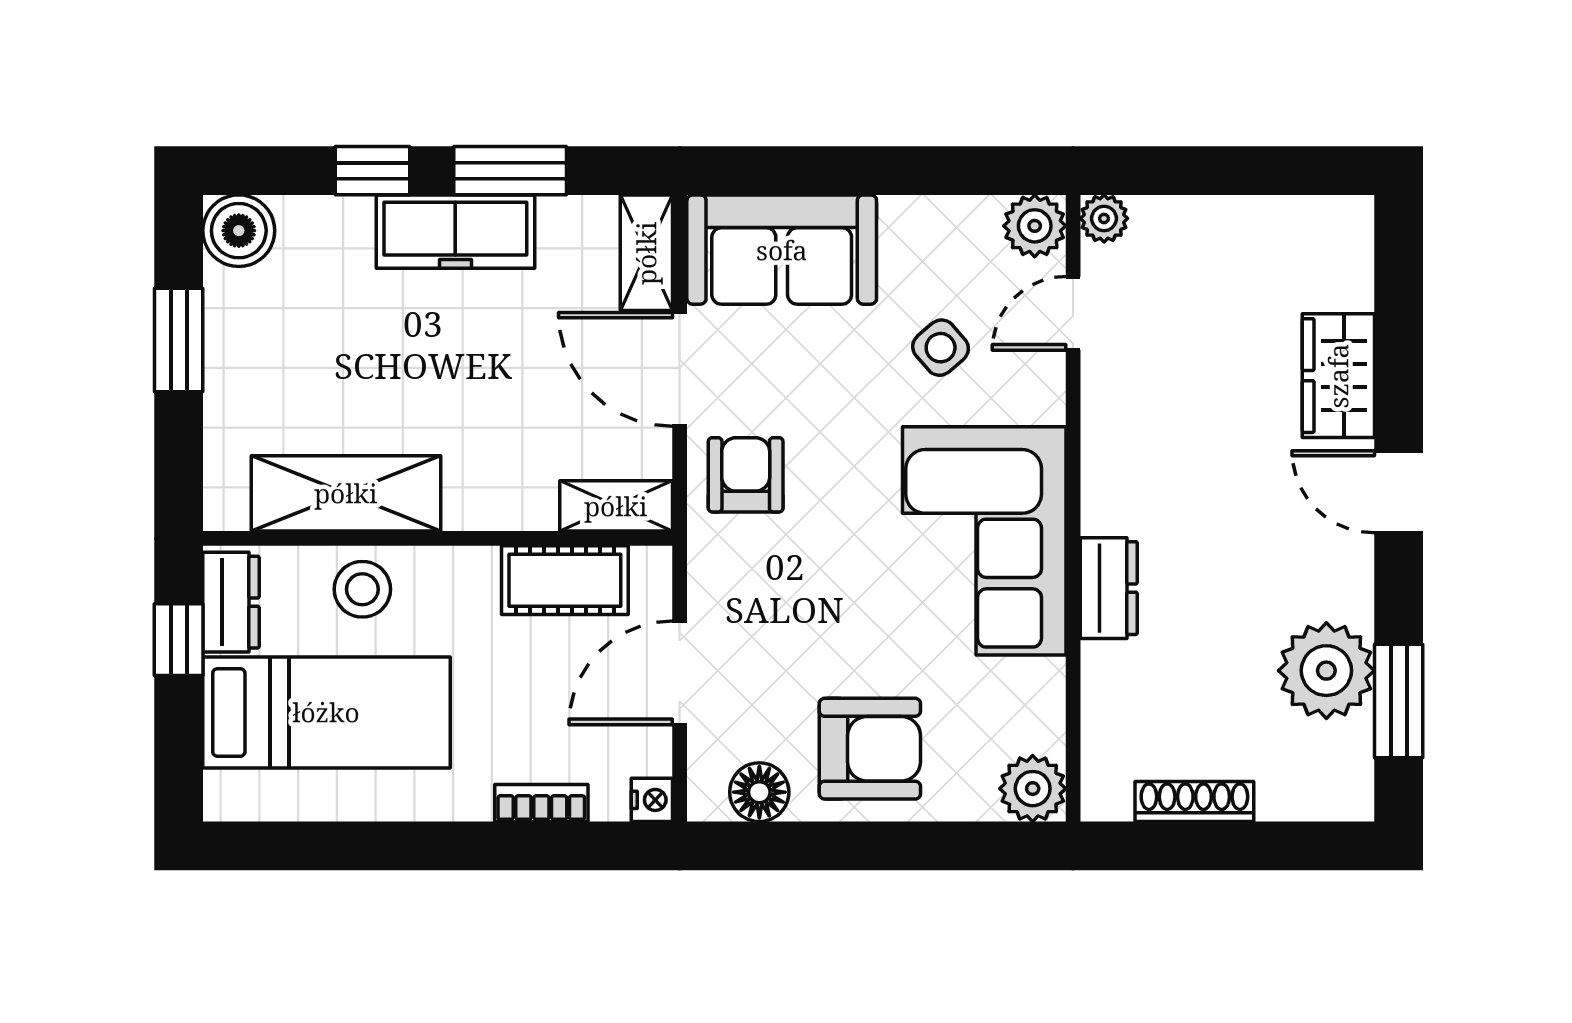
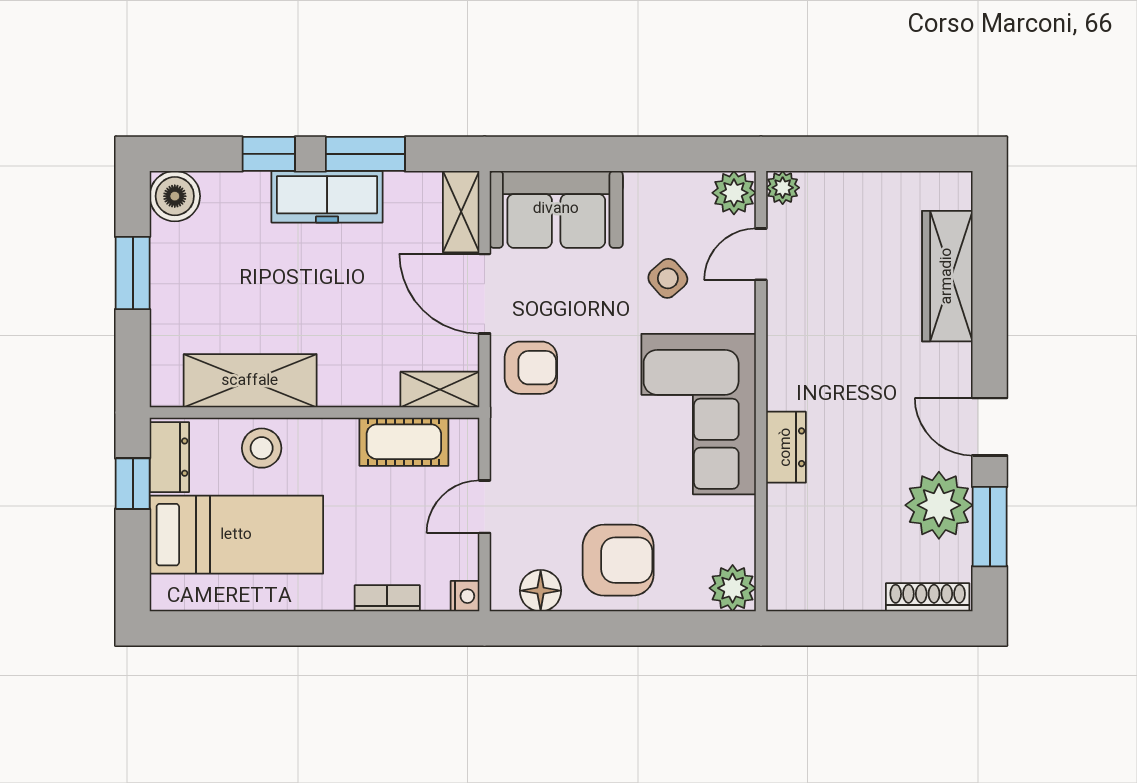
wardrobe: (1338, 376) -> (947, 276), width x1.50
armchair: (746, 475) -> (531, 368), turned 90
door: (1399, 492) -> (990, 427), moved
door: (680, 673) -> (485, 507), width x0.73
shoe rack: (1194, 802) -> (928, 597), moved

